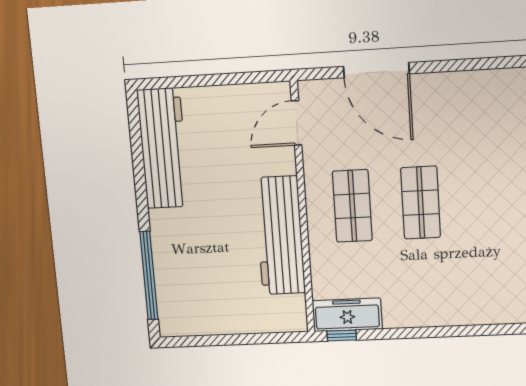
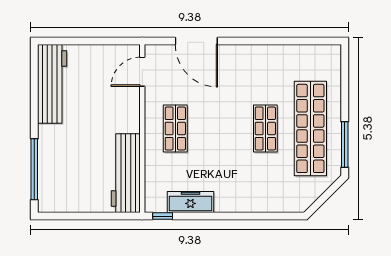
shop shelf: (421, 203) -> (265, 128), moved
workbench: (280, 236) -> (126, 173), moved
freezer: (347, 315) -> (190, 202), moved

